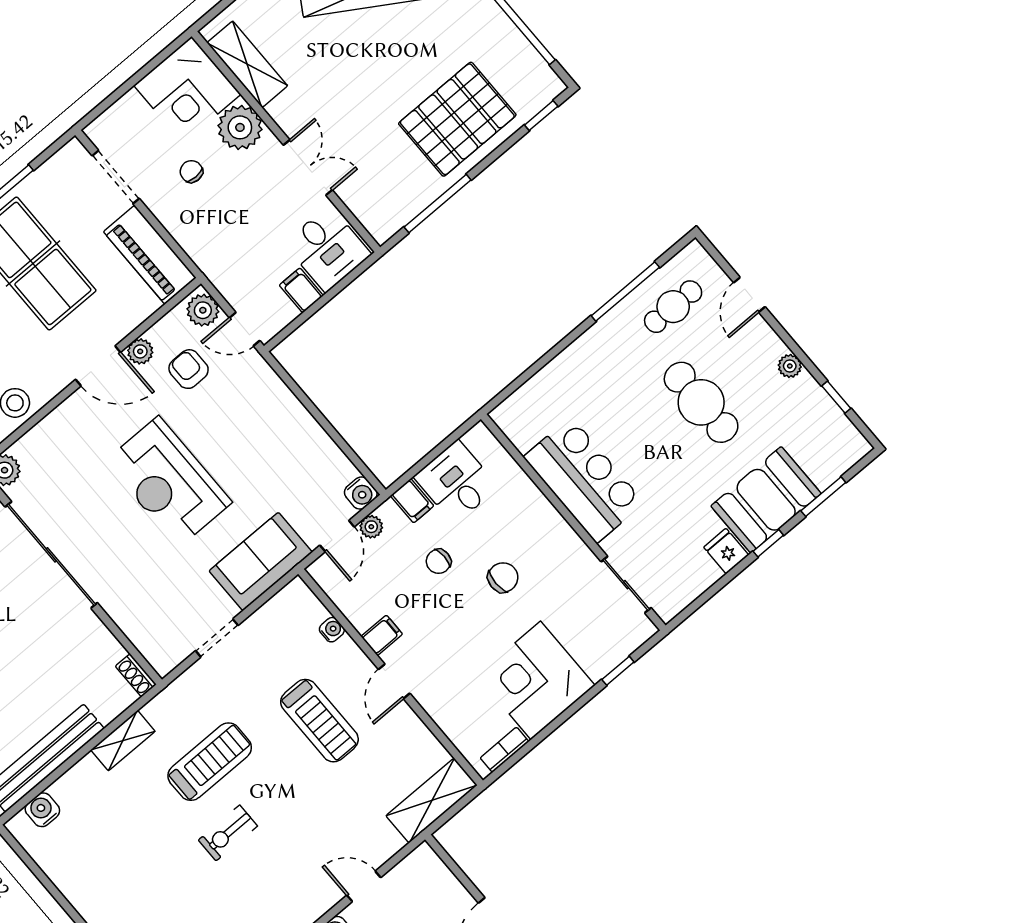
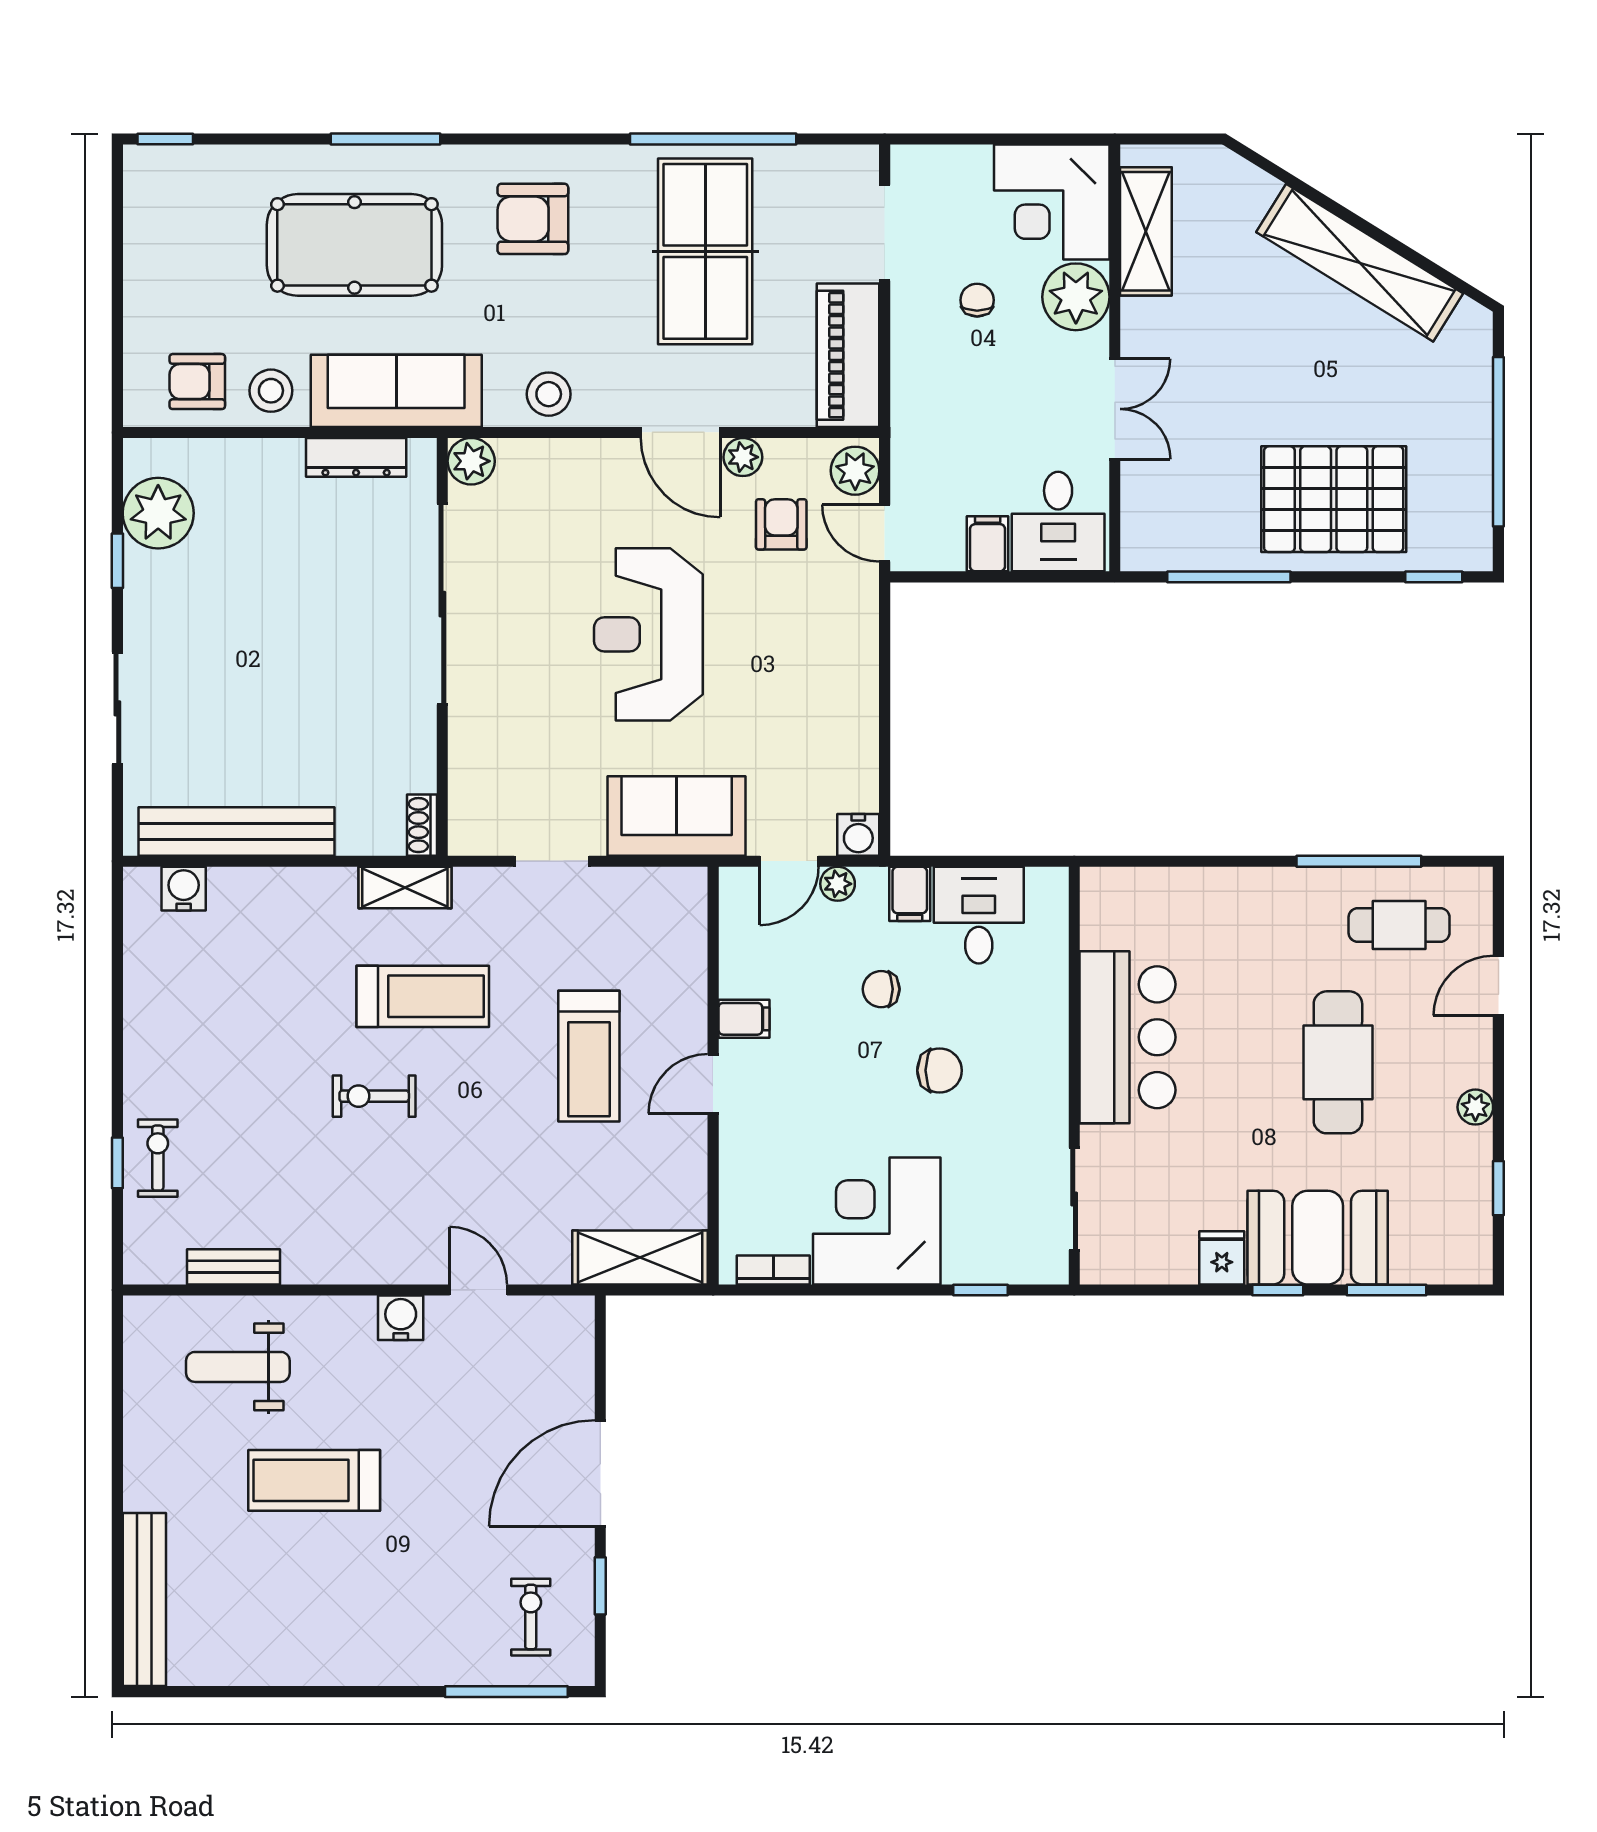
water cooler: (332, 630) -> (692, 964), removed
shelving: (123, 741) -> (405, 887), moved

